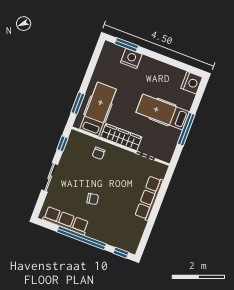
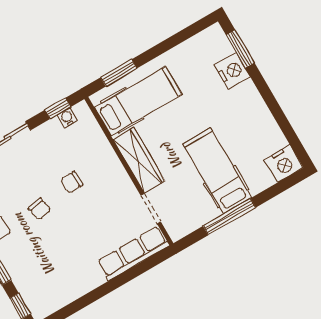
water cooler: (70, 145) -> (67, 118), added
chair: (99, 153) -> (72, 182), moved
row of seats: (149, 198) -> (133, 253), moved

